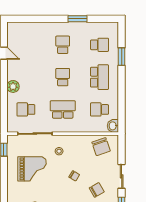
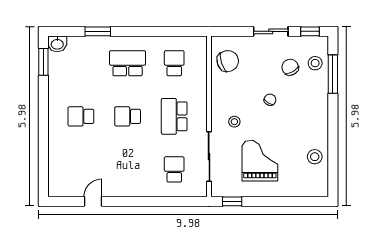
window: (78, 19) -> (43, 62), moved
school desk: (100, 45) -> (81, 63), removed
plant: (13, 86) -> (141, 188), removed
school desk: (26, 109) -> (174, 169), turned 180
school desk: (100, 109) -> (174, 63), turned 180
washbasin: (113, 126) -> (57, 44), moved

